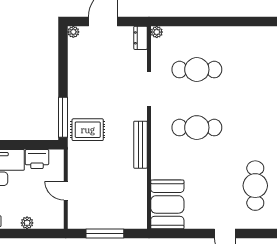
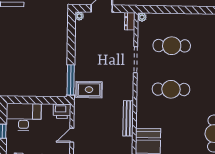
bench: (140, 145) -> (128, 118), moved
printer: (37, 159) -> (62, 111), moved
door: (66, 191) -> (72, 135), hinge flipped

